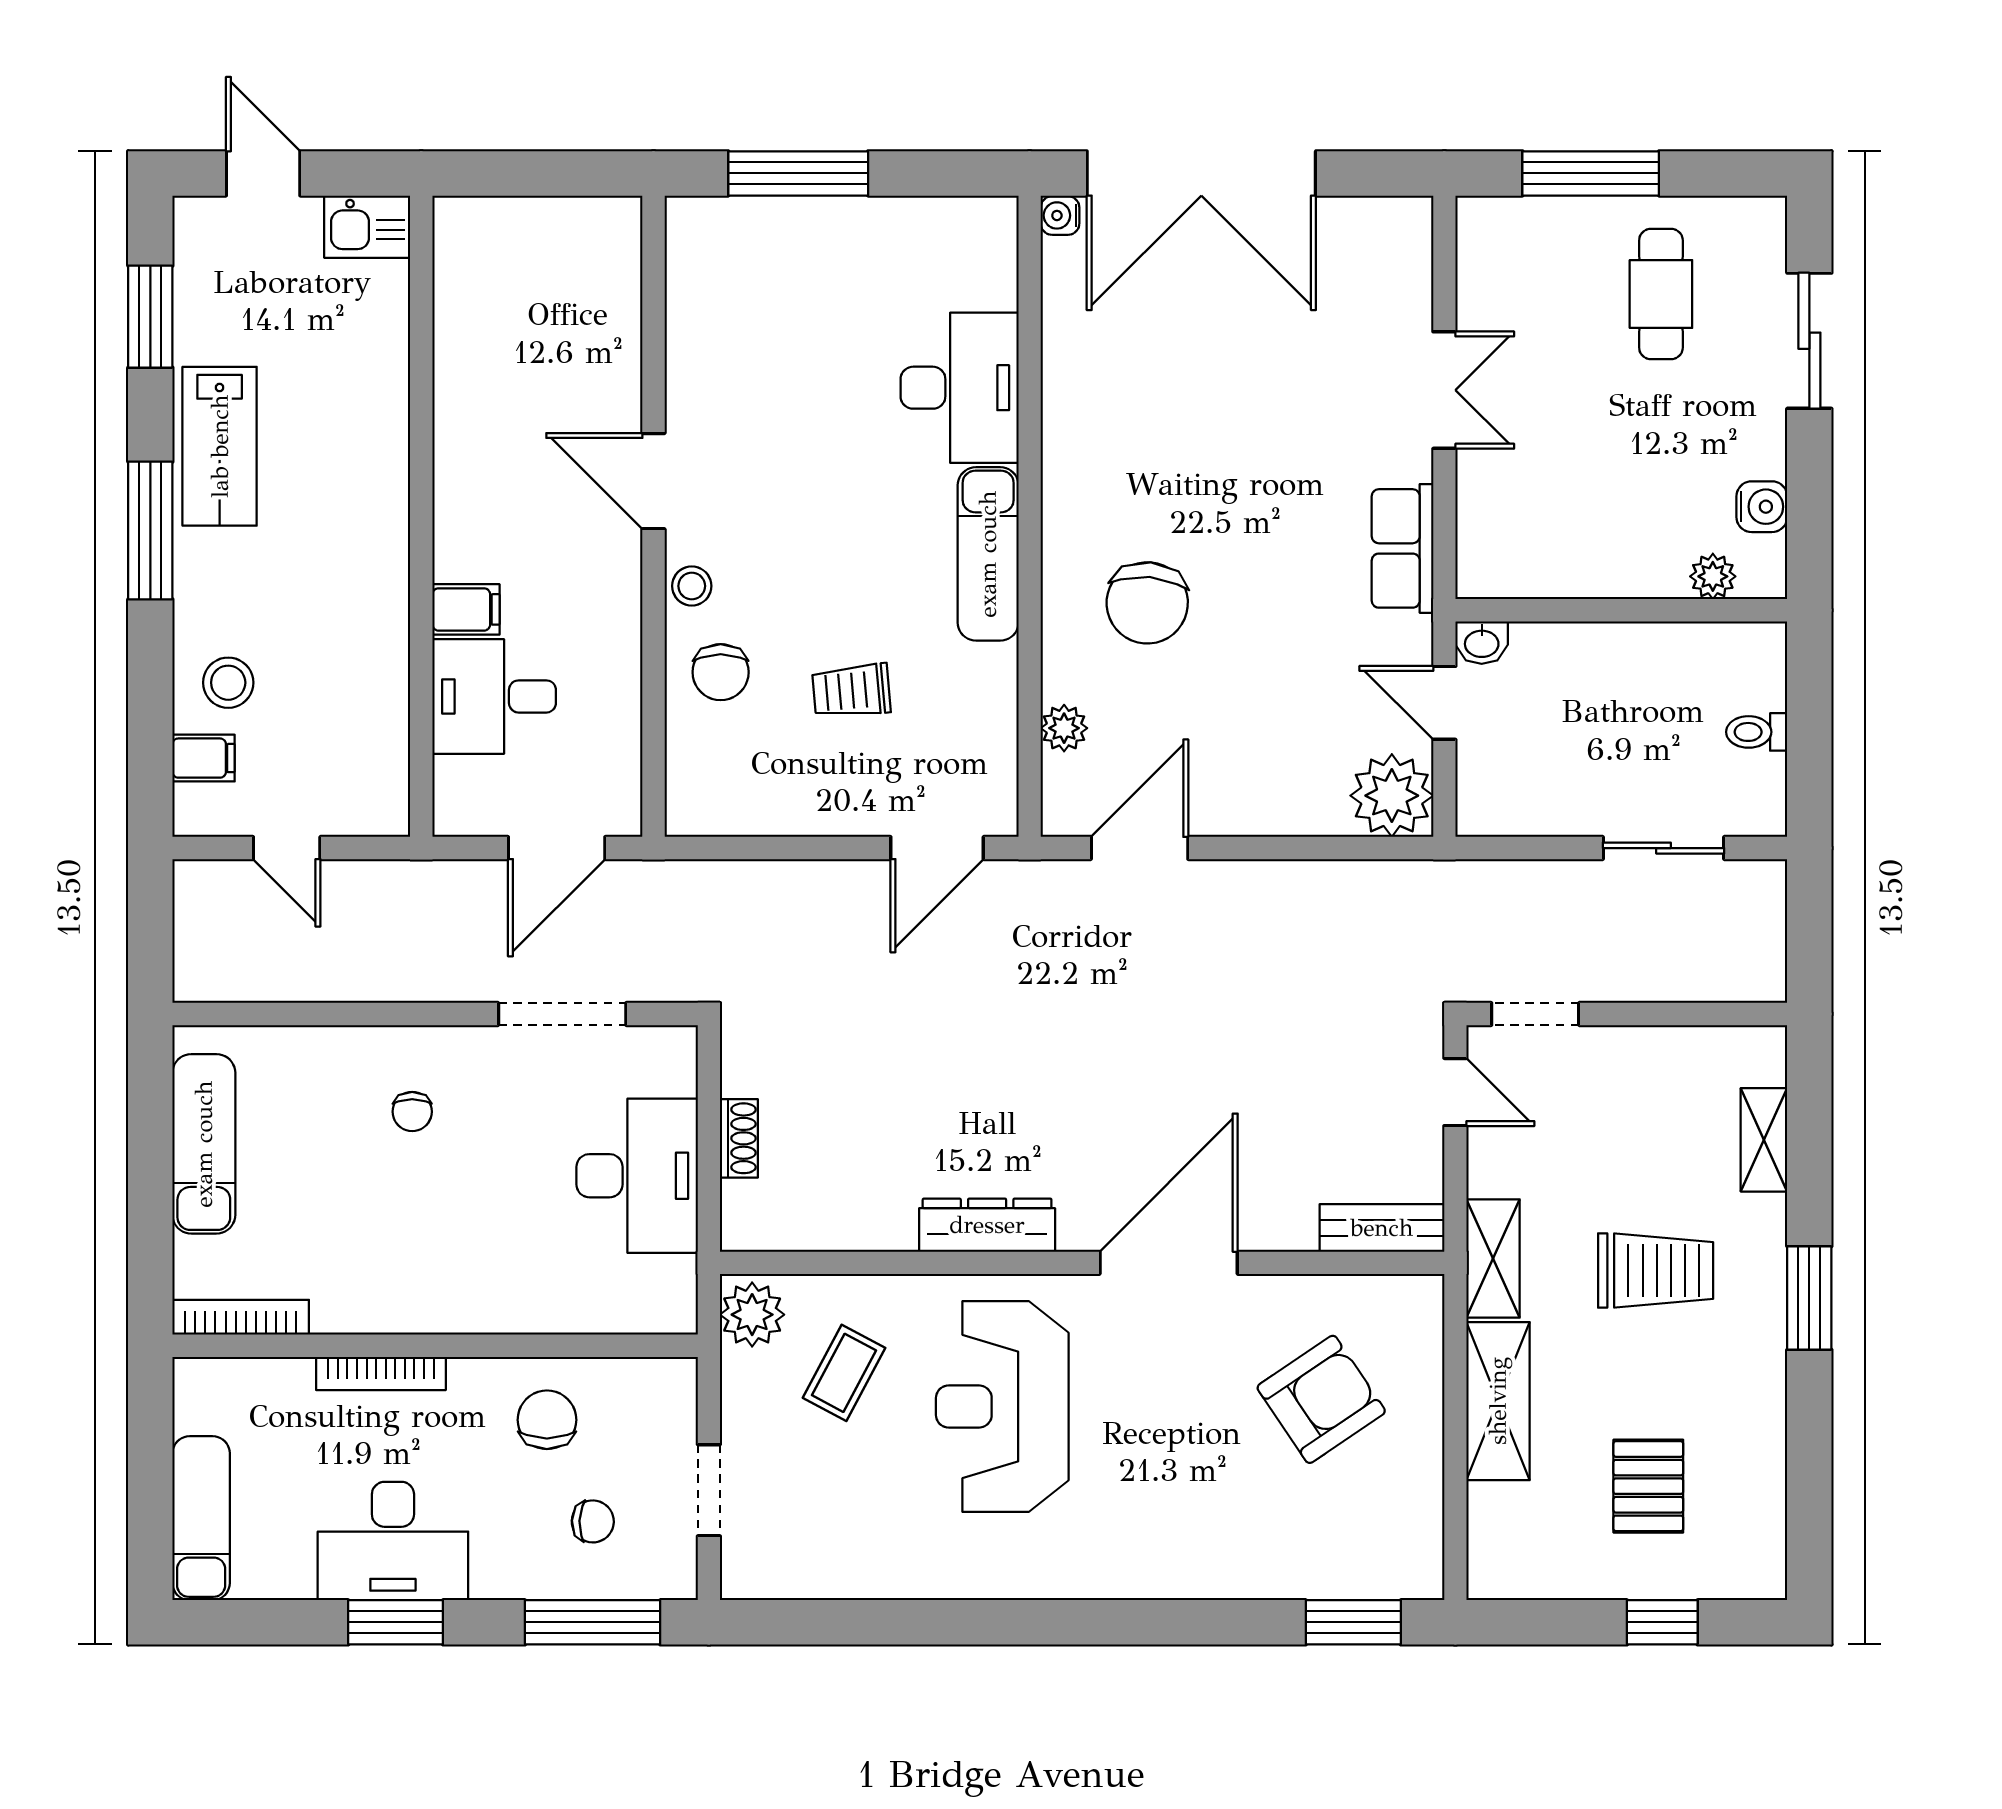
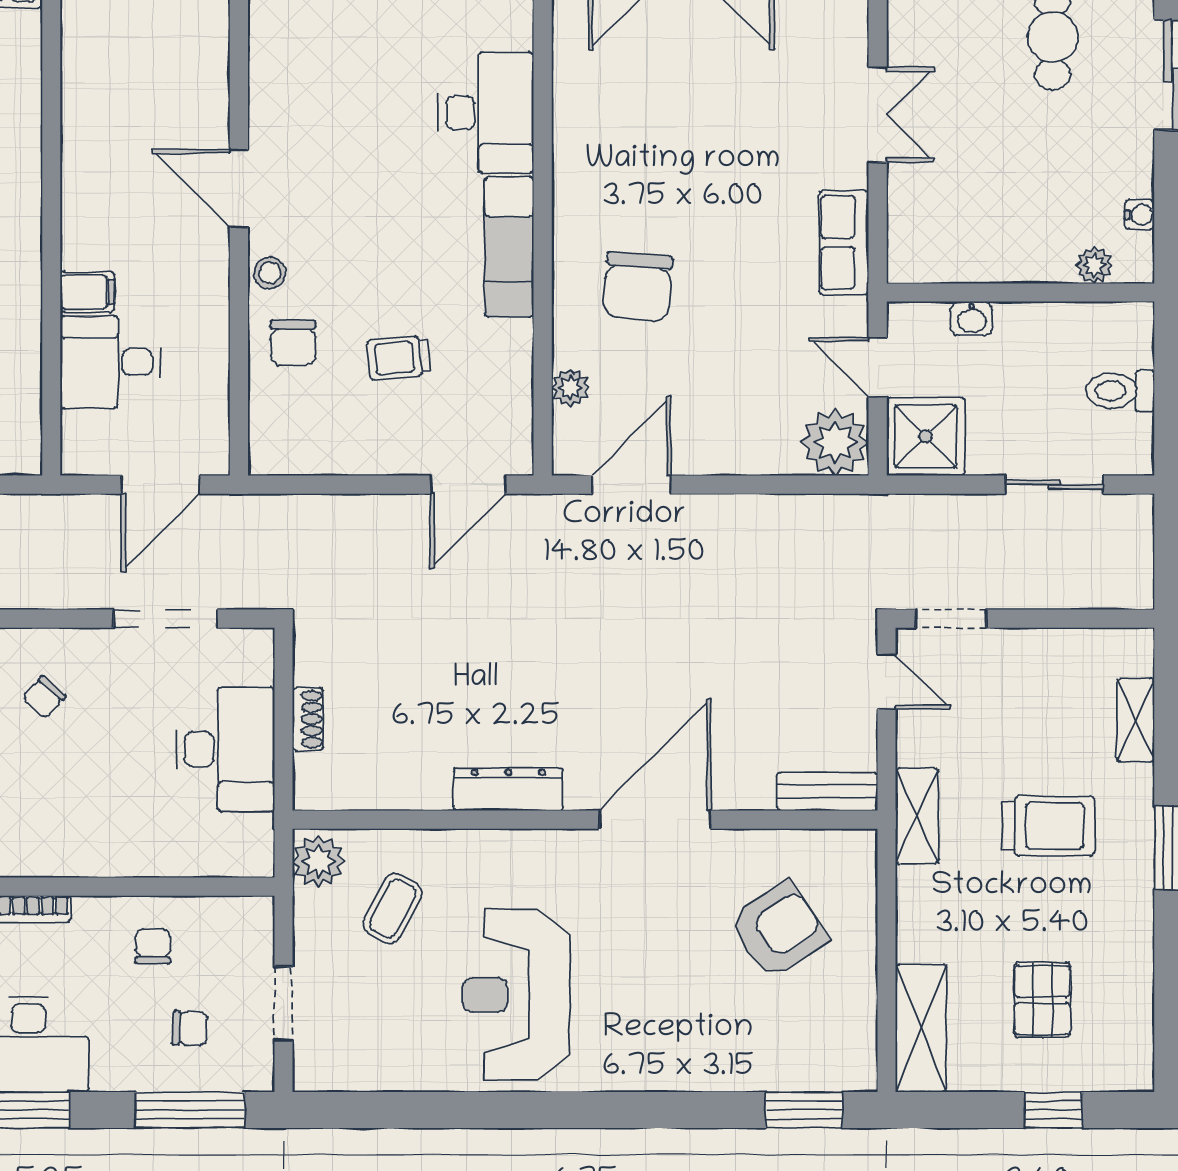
water cooler: (1762, 507) -> (1140, 215), width x0.72, depth x0.72
washbasin: (1482, 643) -> (972, 319), moved
toilet: (1757, 732) -> (1120, 391), width x1.37, depth x1.39
shower: (1504, 789) -> (926, 437), added
chair: (412, 1112) -> (44, 697), turned 41
shelving: (1498, 1401) -> (921, 1028), moved
reception desk: (1002, 1406) -> (516, 995), moved
chair: (547, 1420) -> (153, 946), width x0.73, depth x0.73

